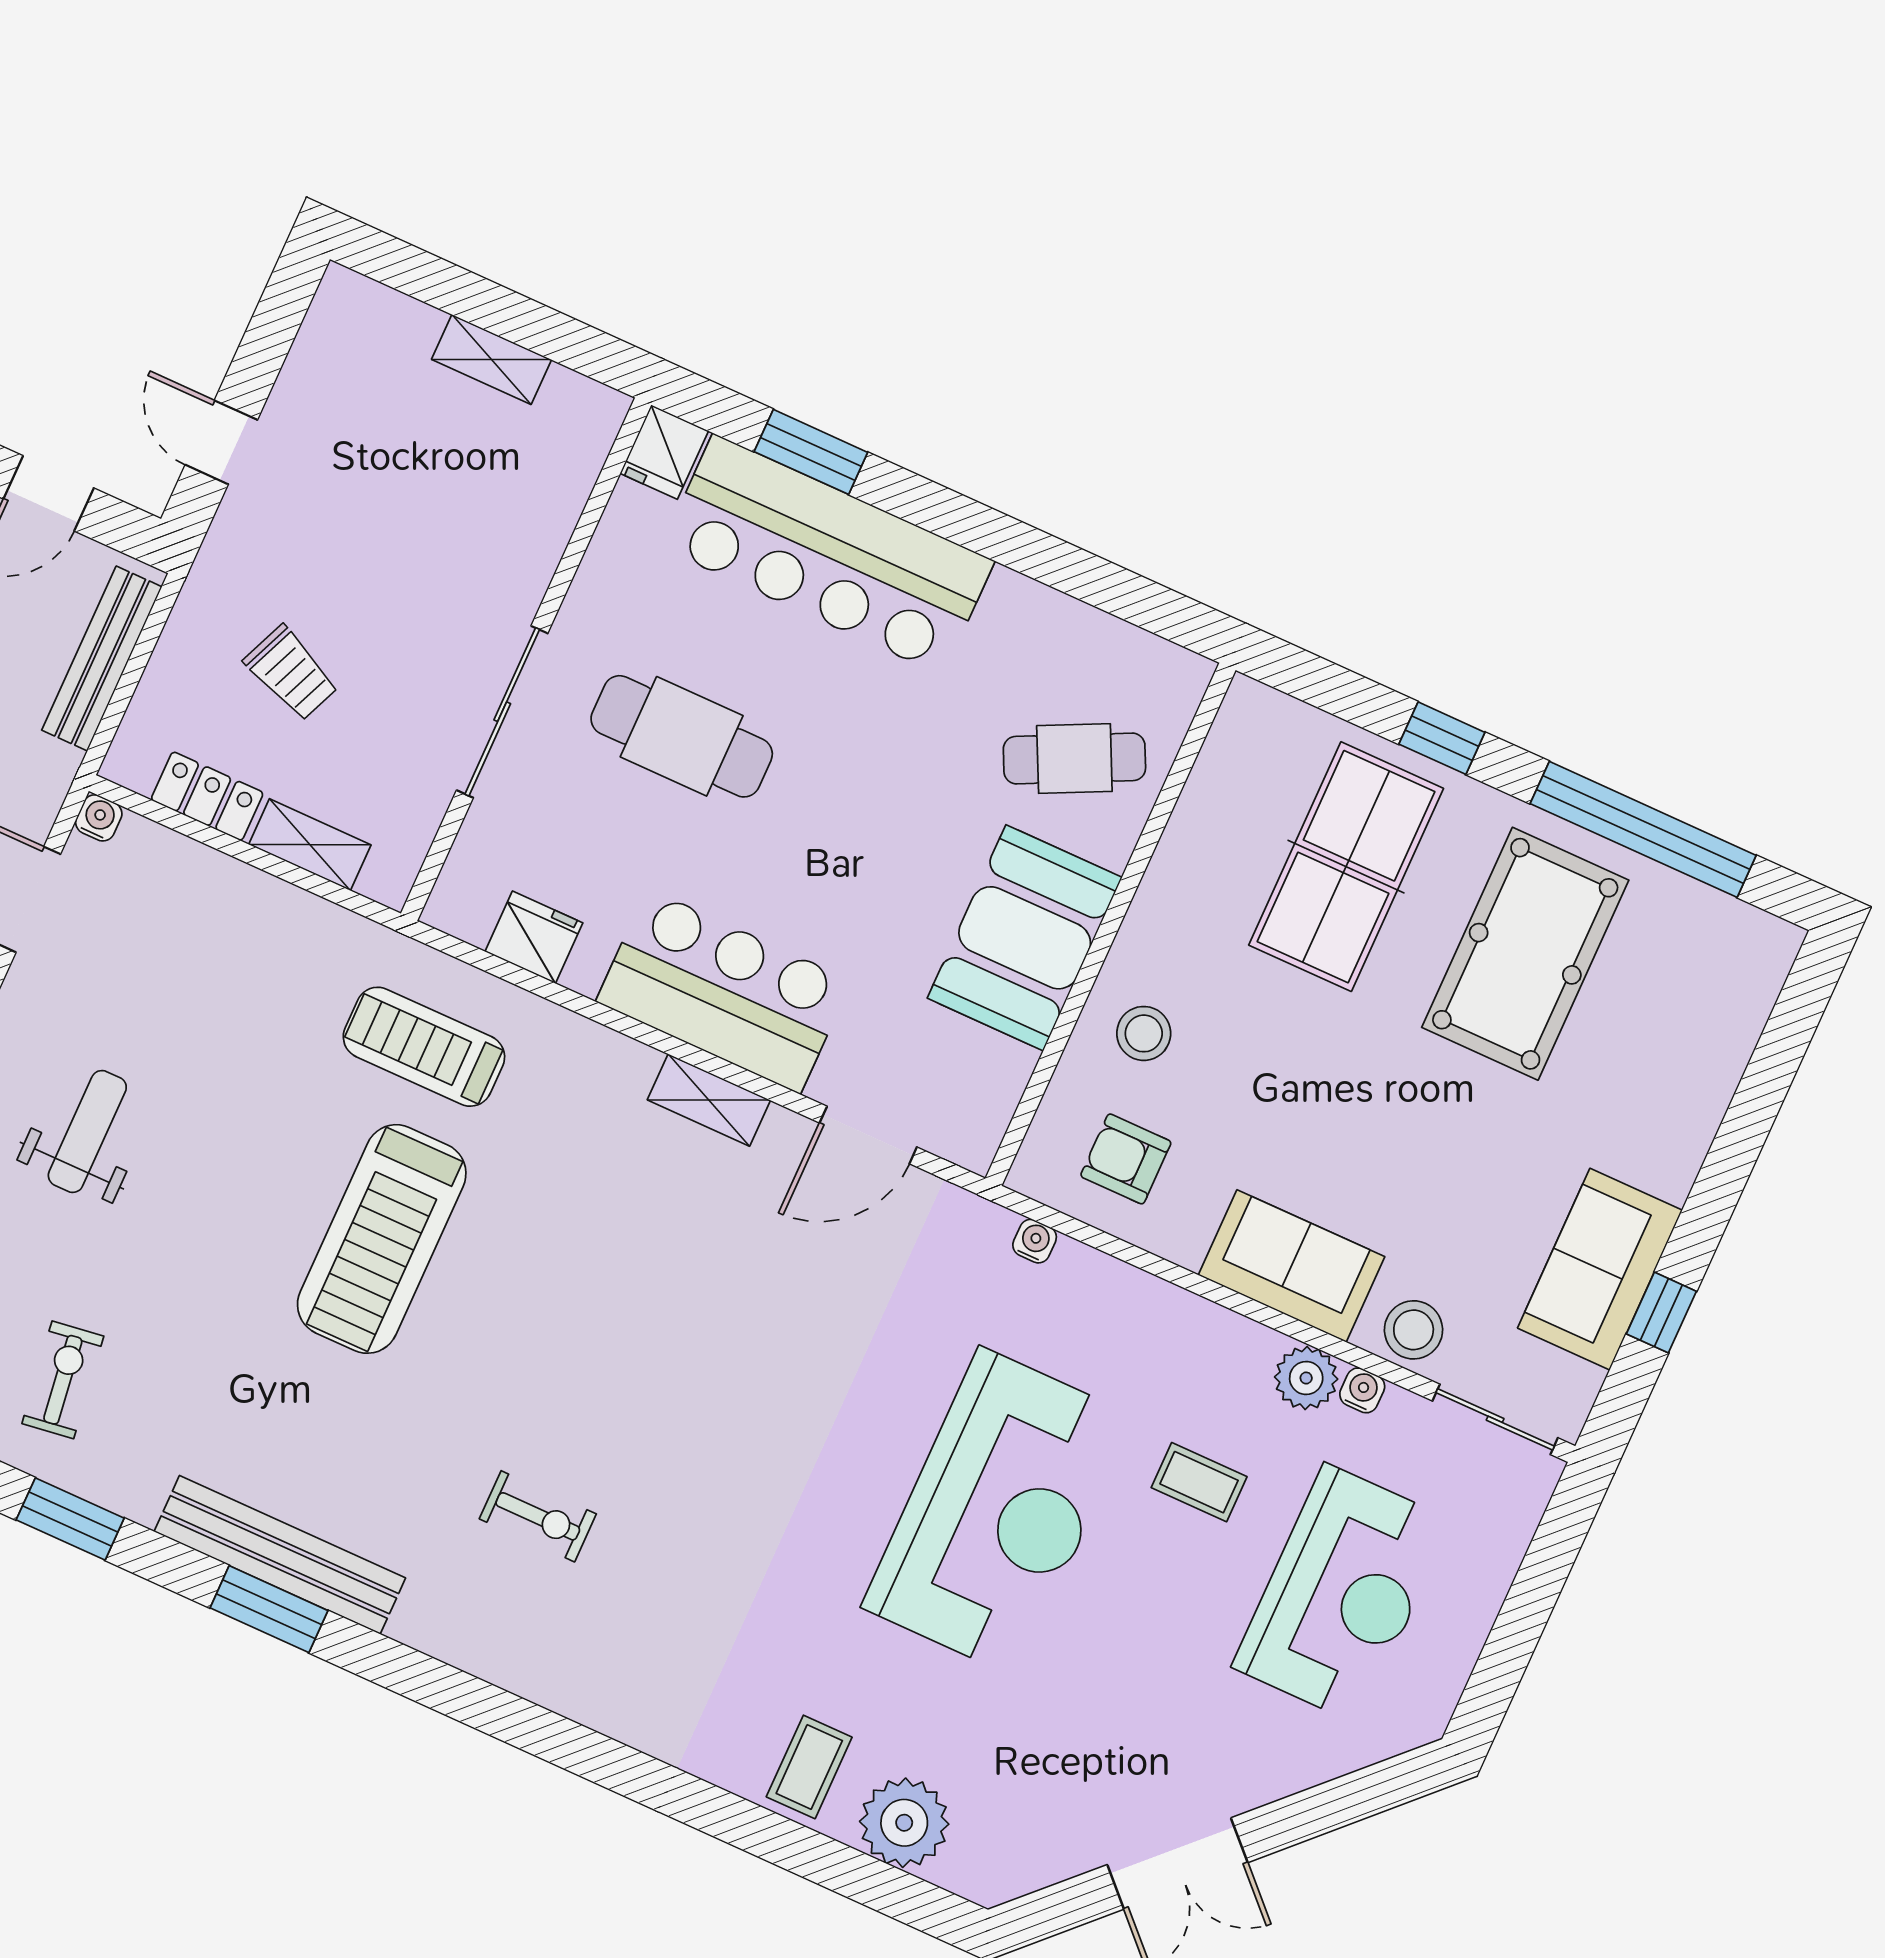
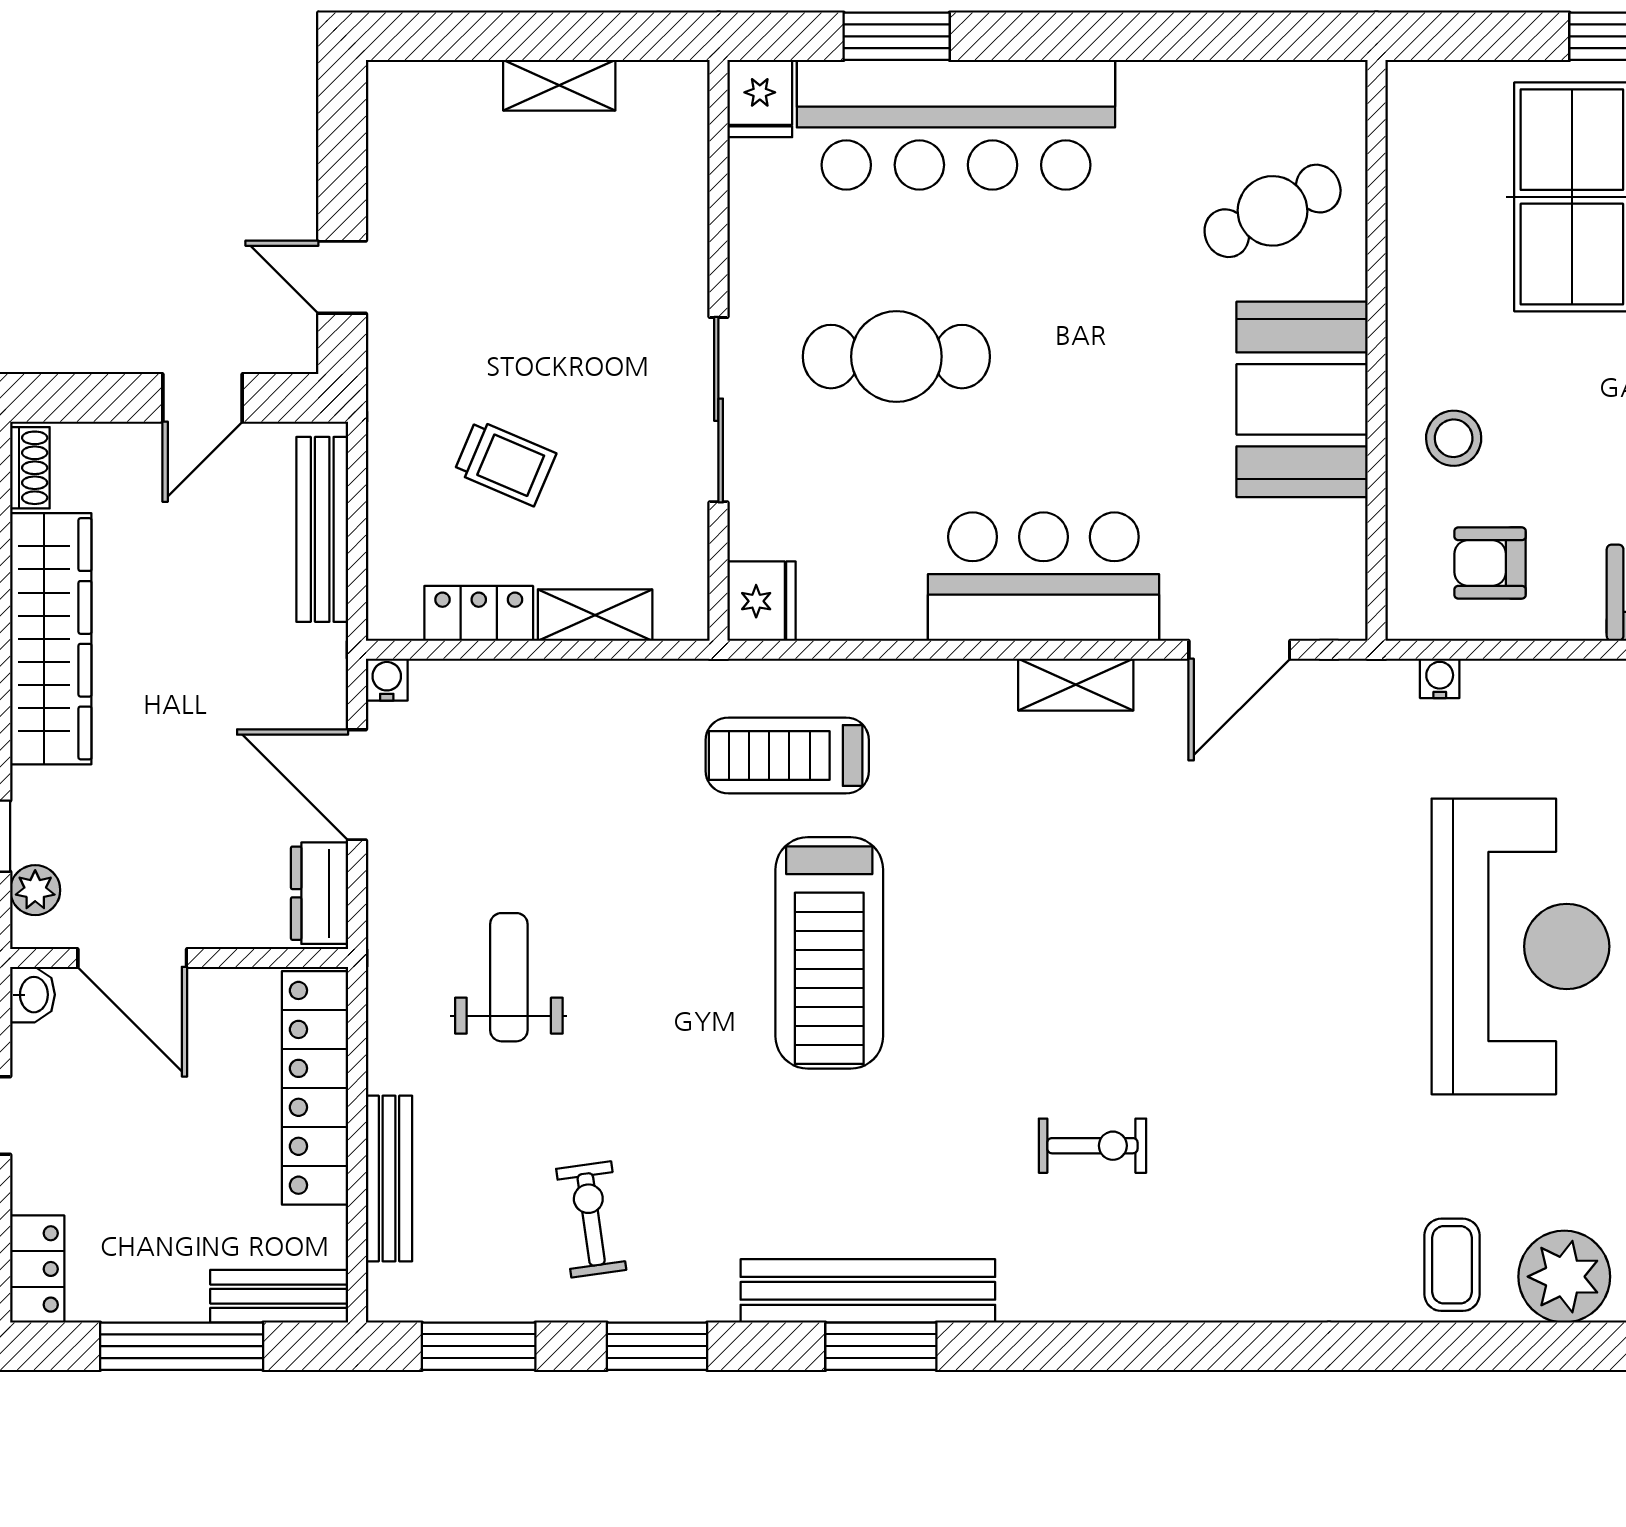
fridge: (534, 937) -> (762, 601), moved, turned 90

